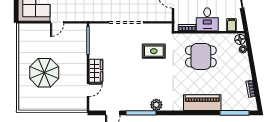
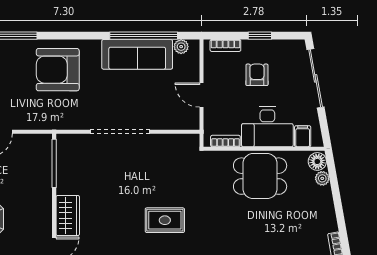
desk: (207, 19) -> (267, 127), width x1.37
rug: (154, 51) -> (165, 220), moved
dining table: (201, 56) -> (260, 176), moved

